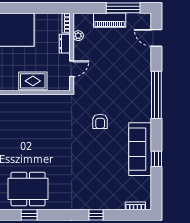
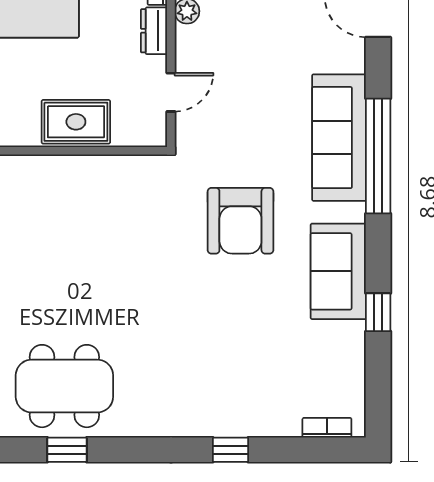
sofa: (140, 87) -> (339, 138), added
armchair: (100, 121) -> (240, 221), width x1.88, depth x1.88
sofa: (140, 149) -> (338, 271), width x0.73

